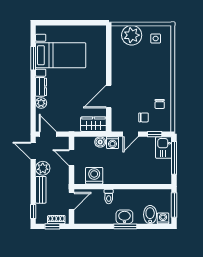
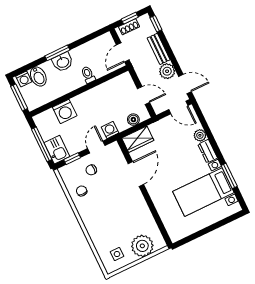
boiler: (100, 142) -> (133, 120), moved
washing machine: (94, 176) -> (65, 111), moved

